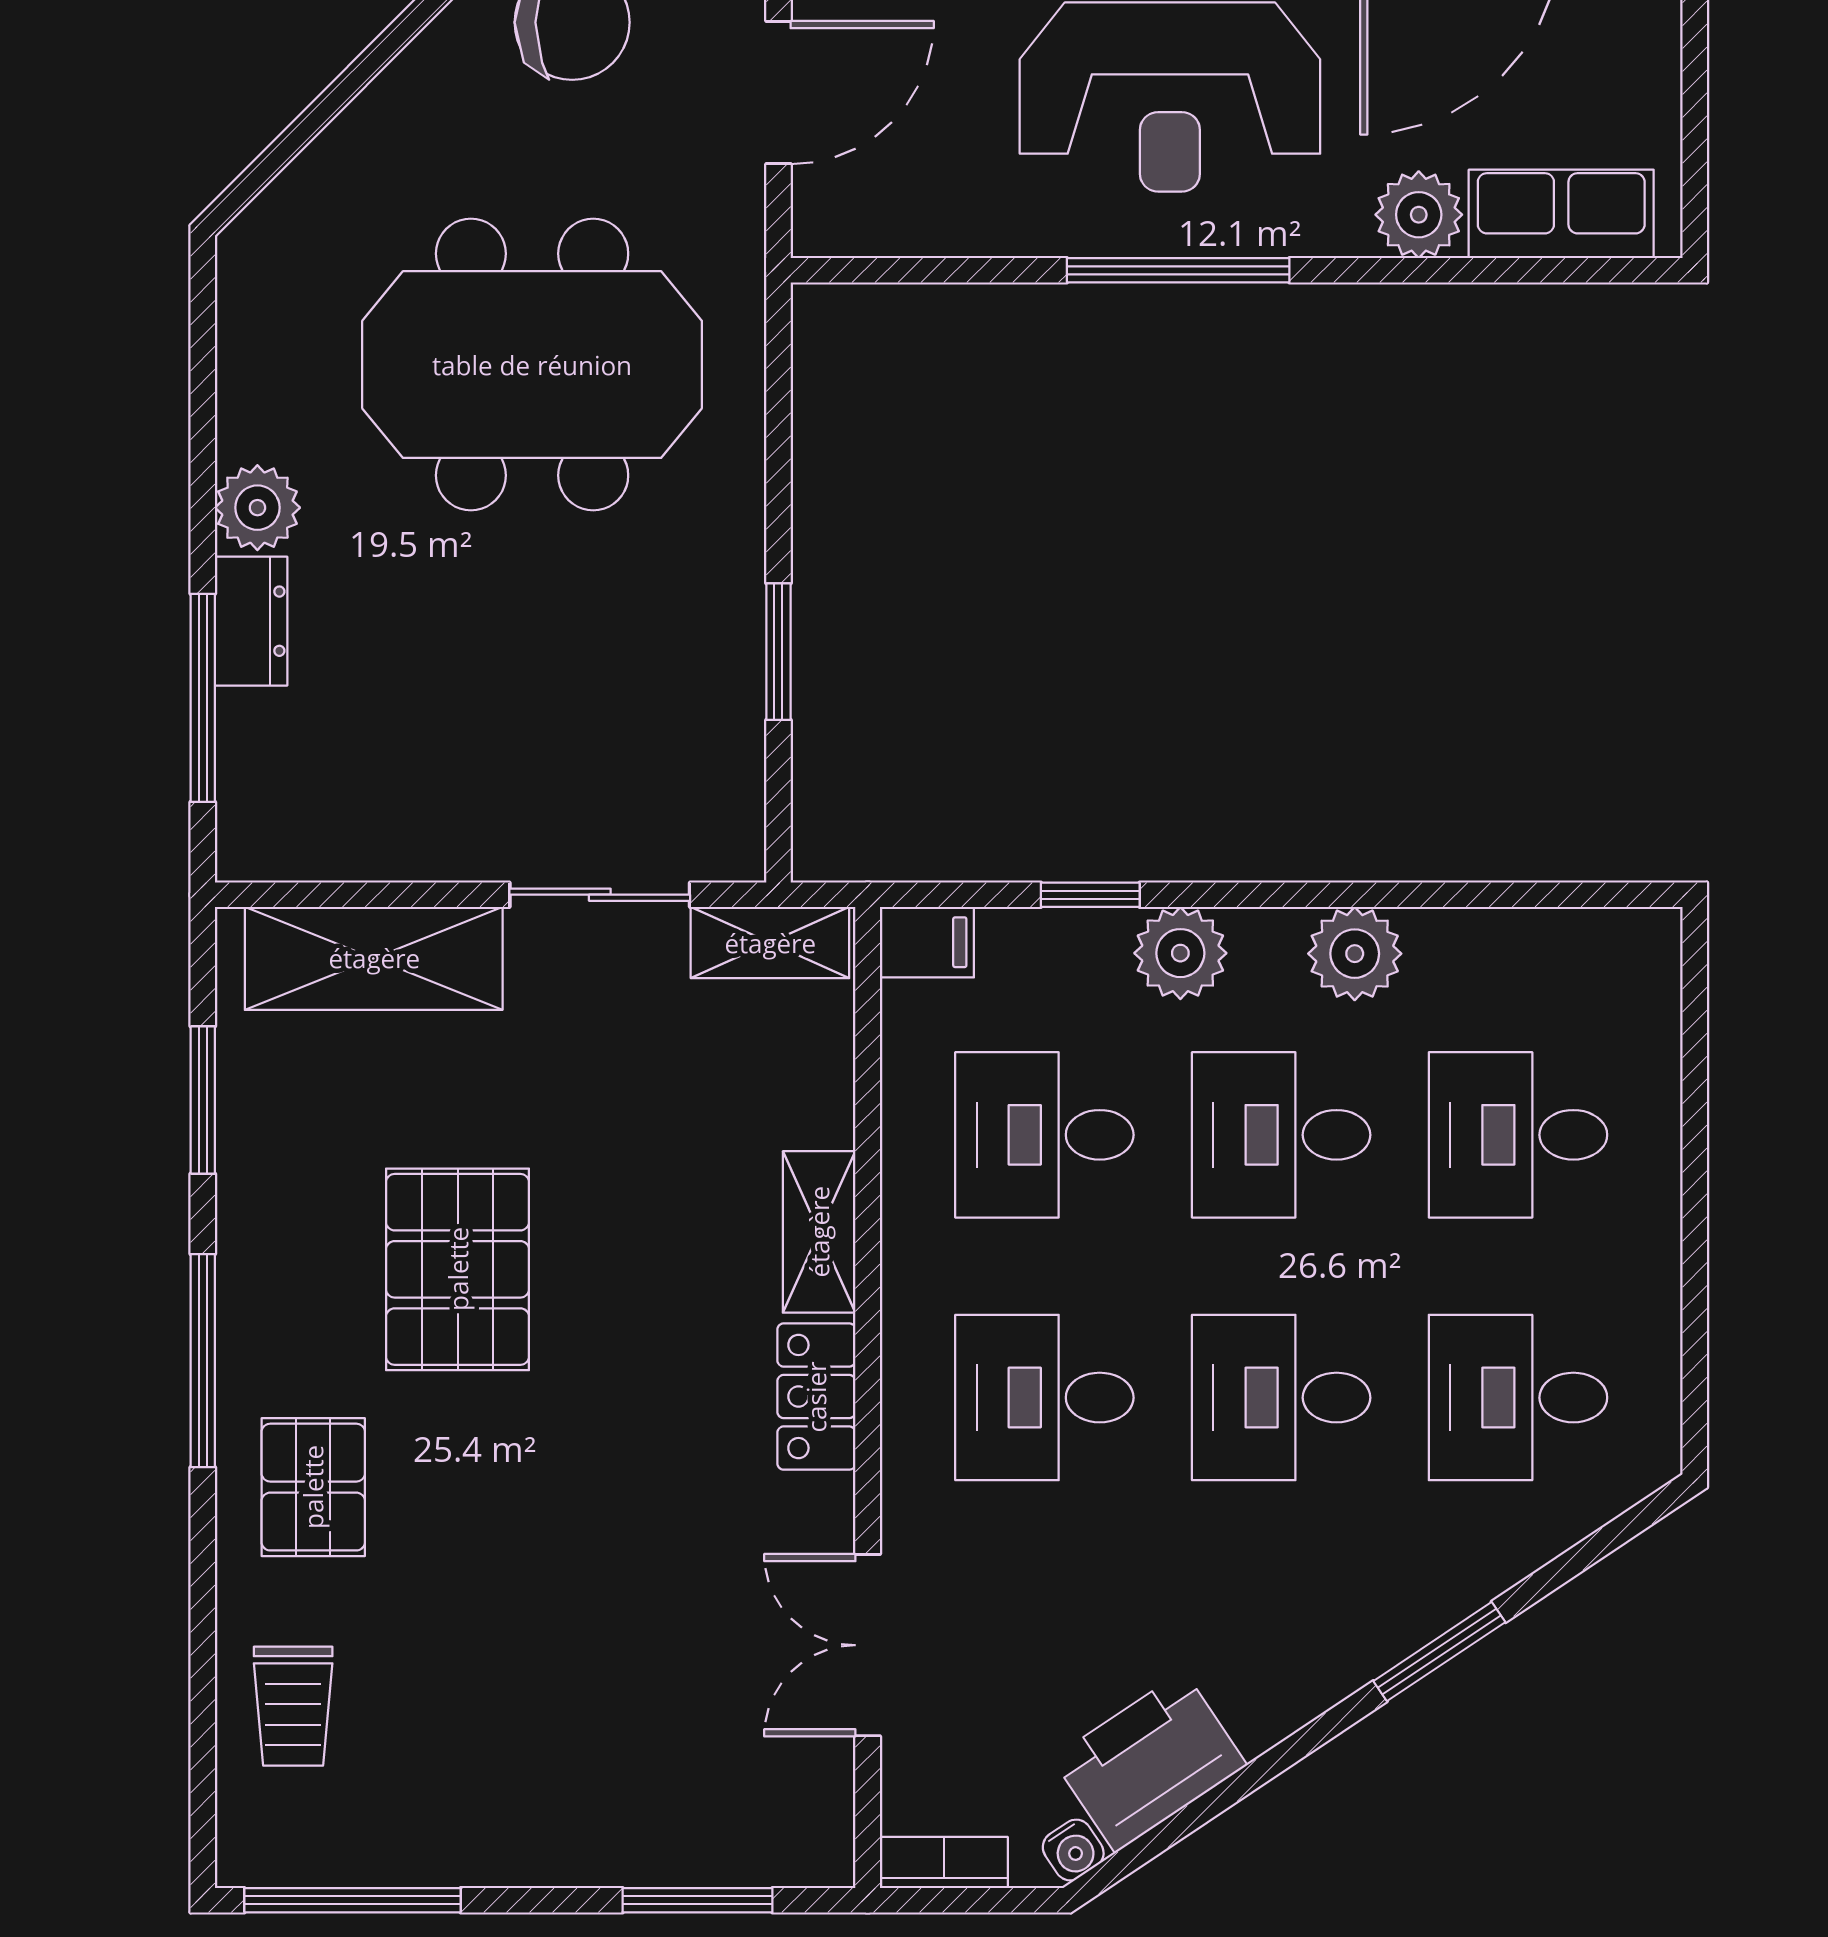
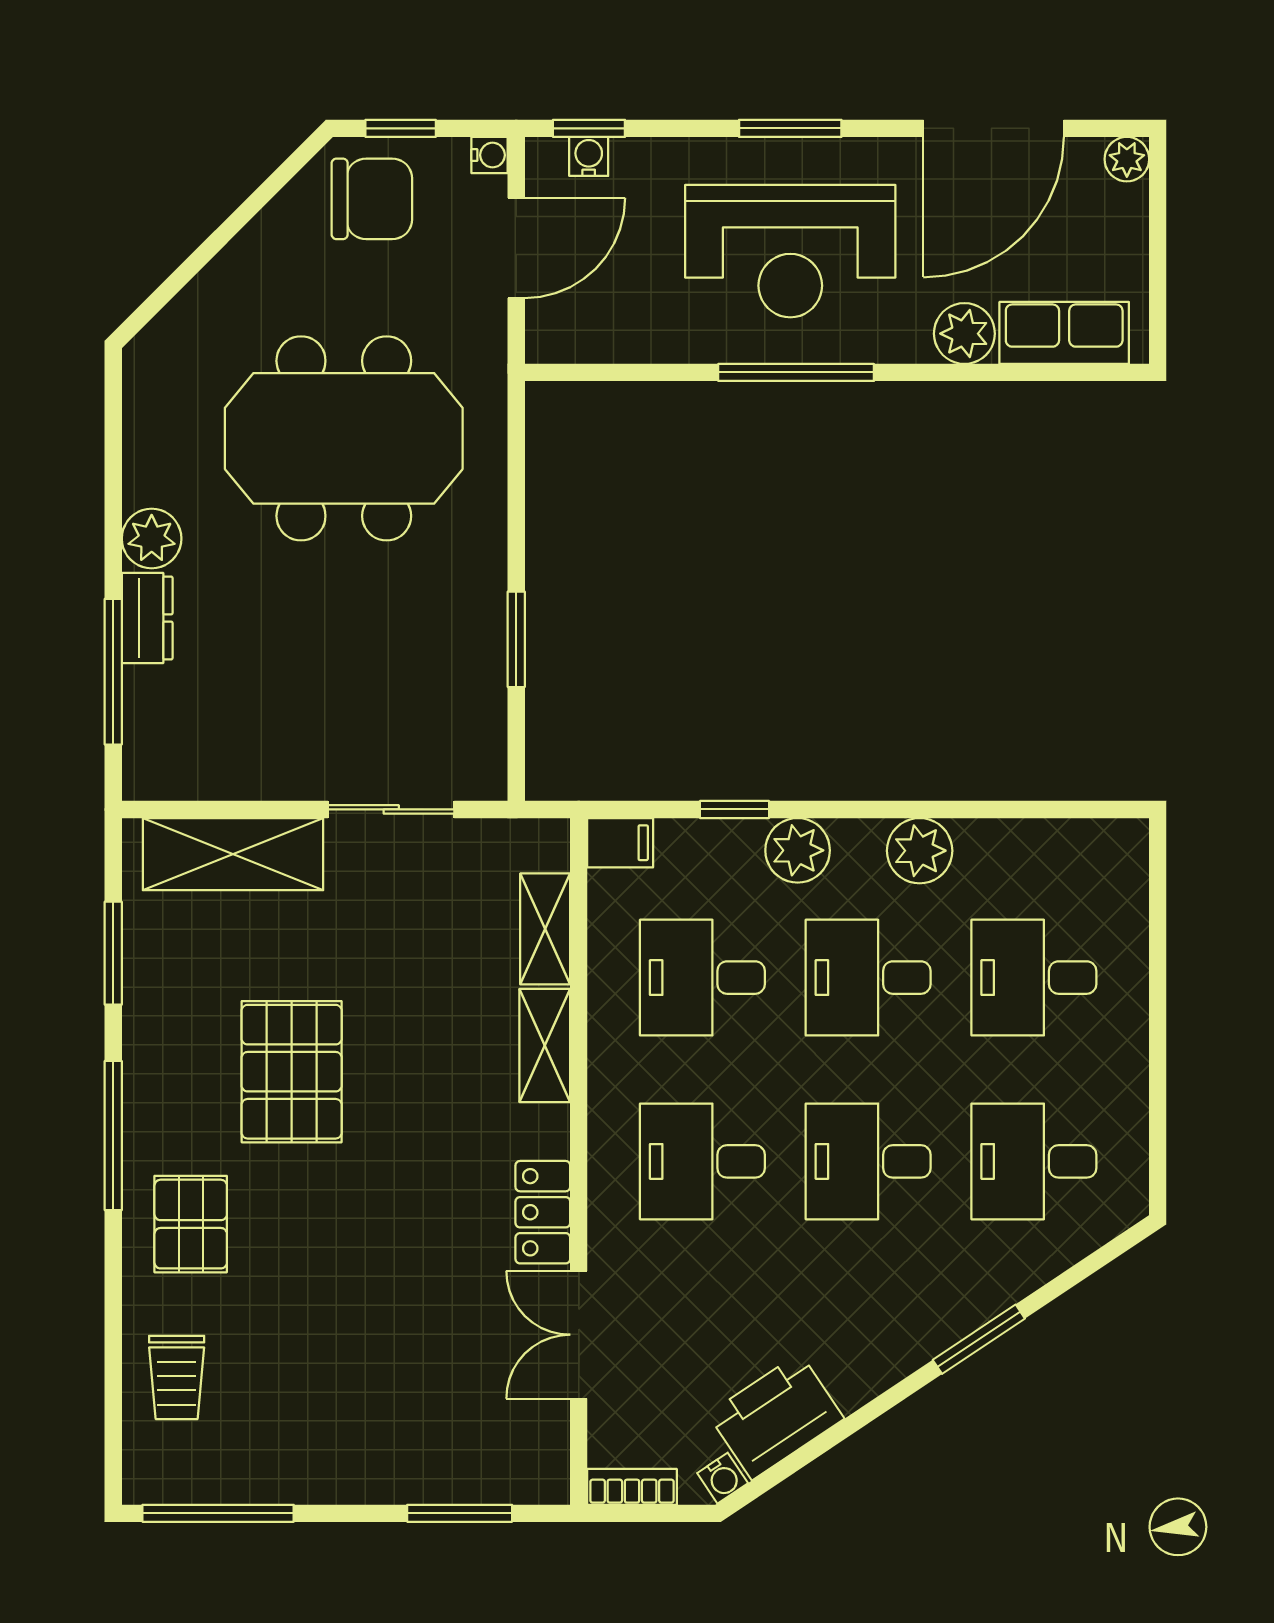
shelving: (770, 943) -> (545, 929), moved, turned 90
locker: (816, 1397) -> (543, 1212), moved

